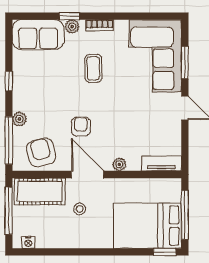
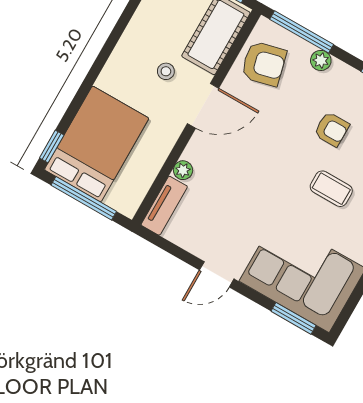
window: (185, 63) -> (293, 318), moved
armchair: (81, 127) -> (332, 129), moved
plant: (119, 164) -> (183, 170), moved

